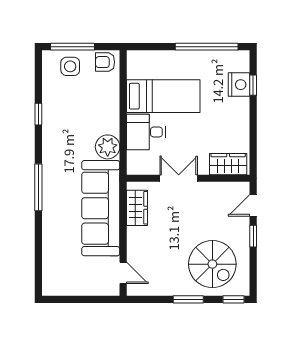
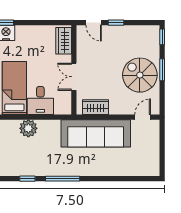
plant: (108, 147) -> (28, 128), moved
window: (38, 187) -> (63, 179), moved
spiral stairs: (212, 264) -> (140, 75), moved, turned -90

